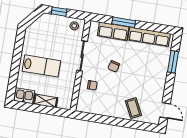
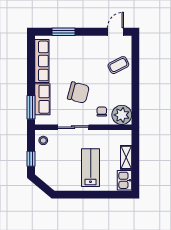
window: (124, 22) -> (31, 107), moved
chair: (114, 66) -> (78, 93), width x1.87, depth x1.87
plant: (86, 103) -> (122, 115), added

